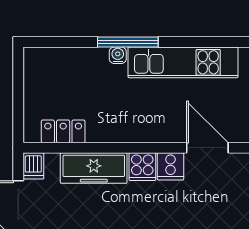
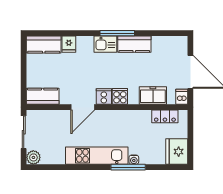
fridge: (42, 69) -> (177, 152), added
door: (207, 148) -> (83, 107), hinge flipped
freezer: (94, 168) -> (153, 96), width x0.71

